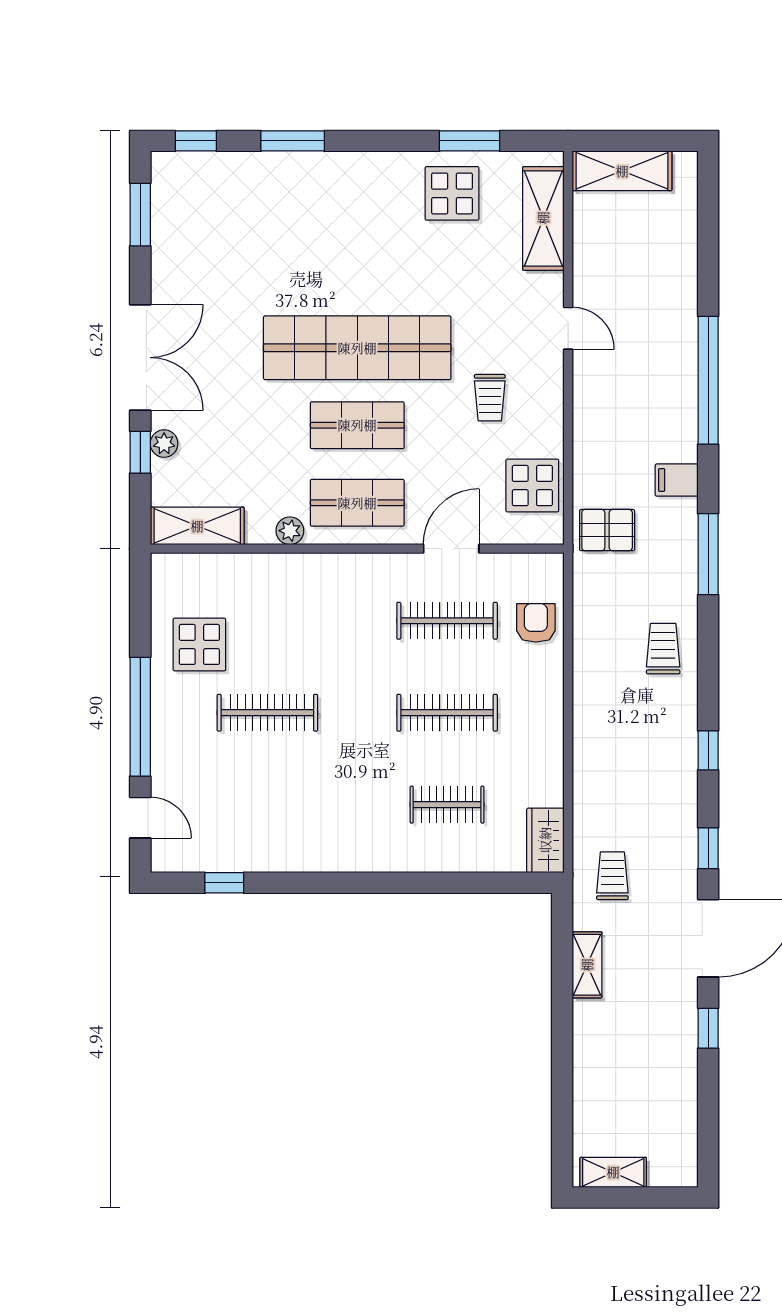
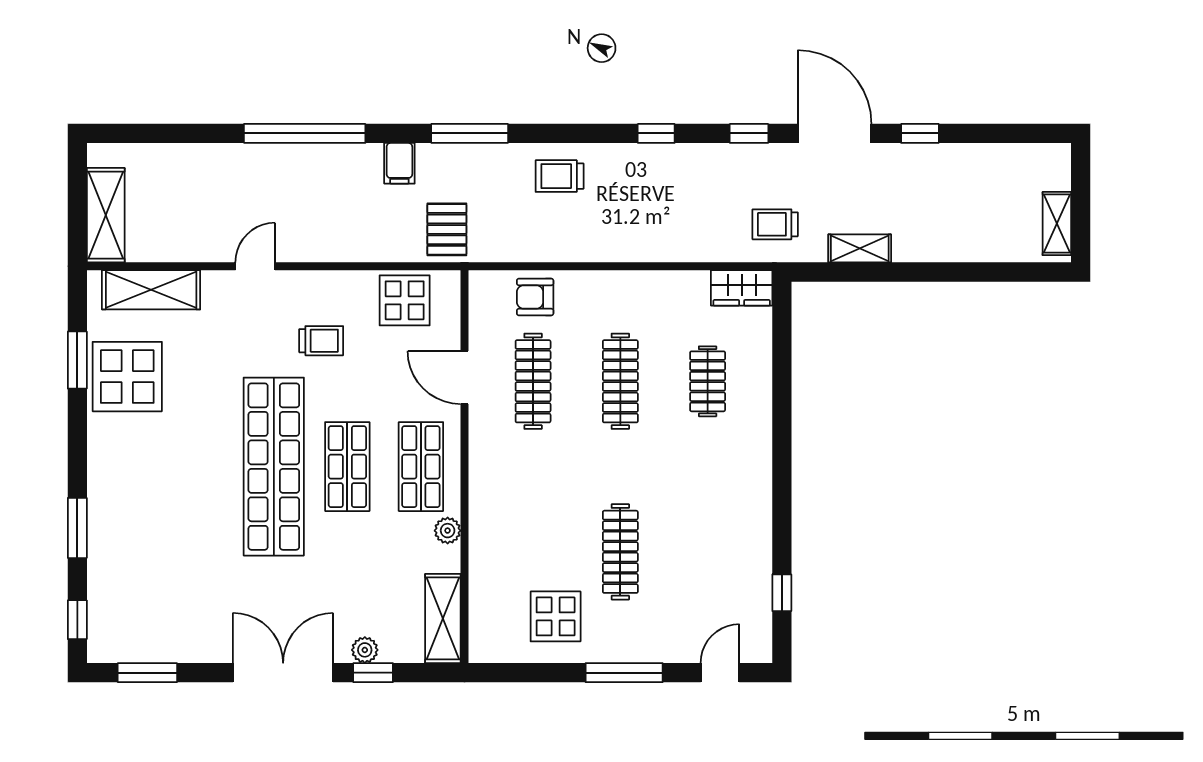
display table: (452, 193) -> (127, 377), width x1.36, depth x1.36
window: (140, 717) -> (624, 673), width x0.68

